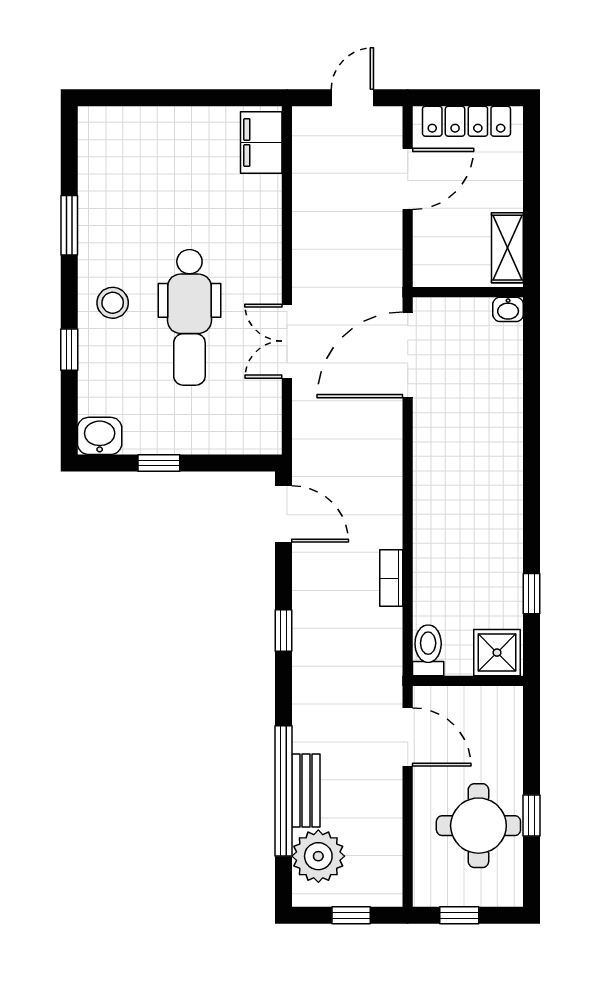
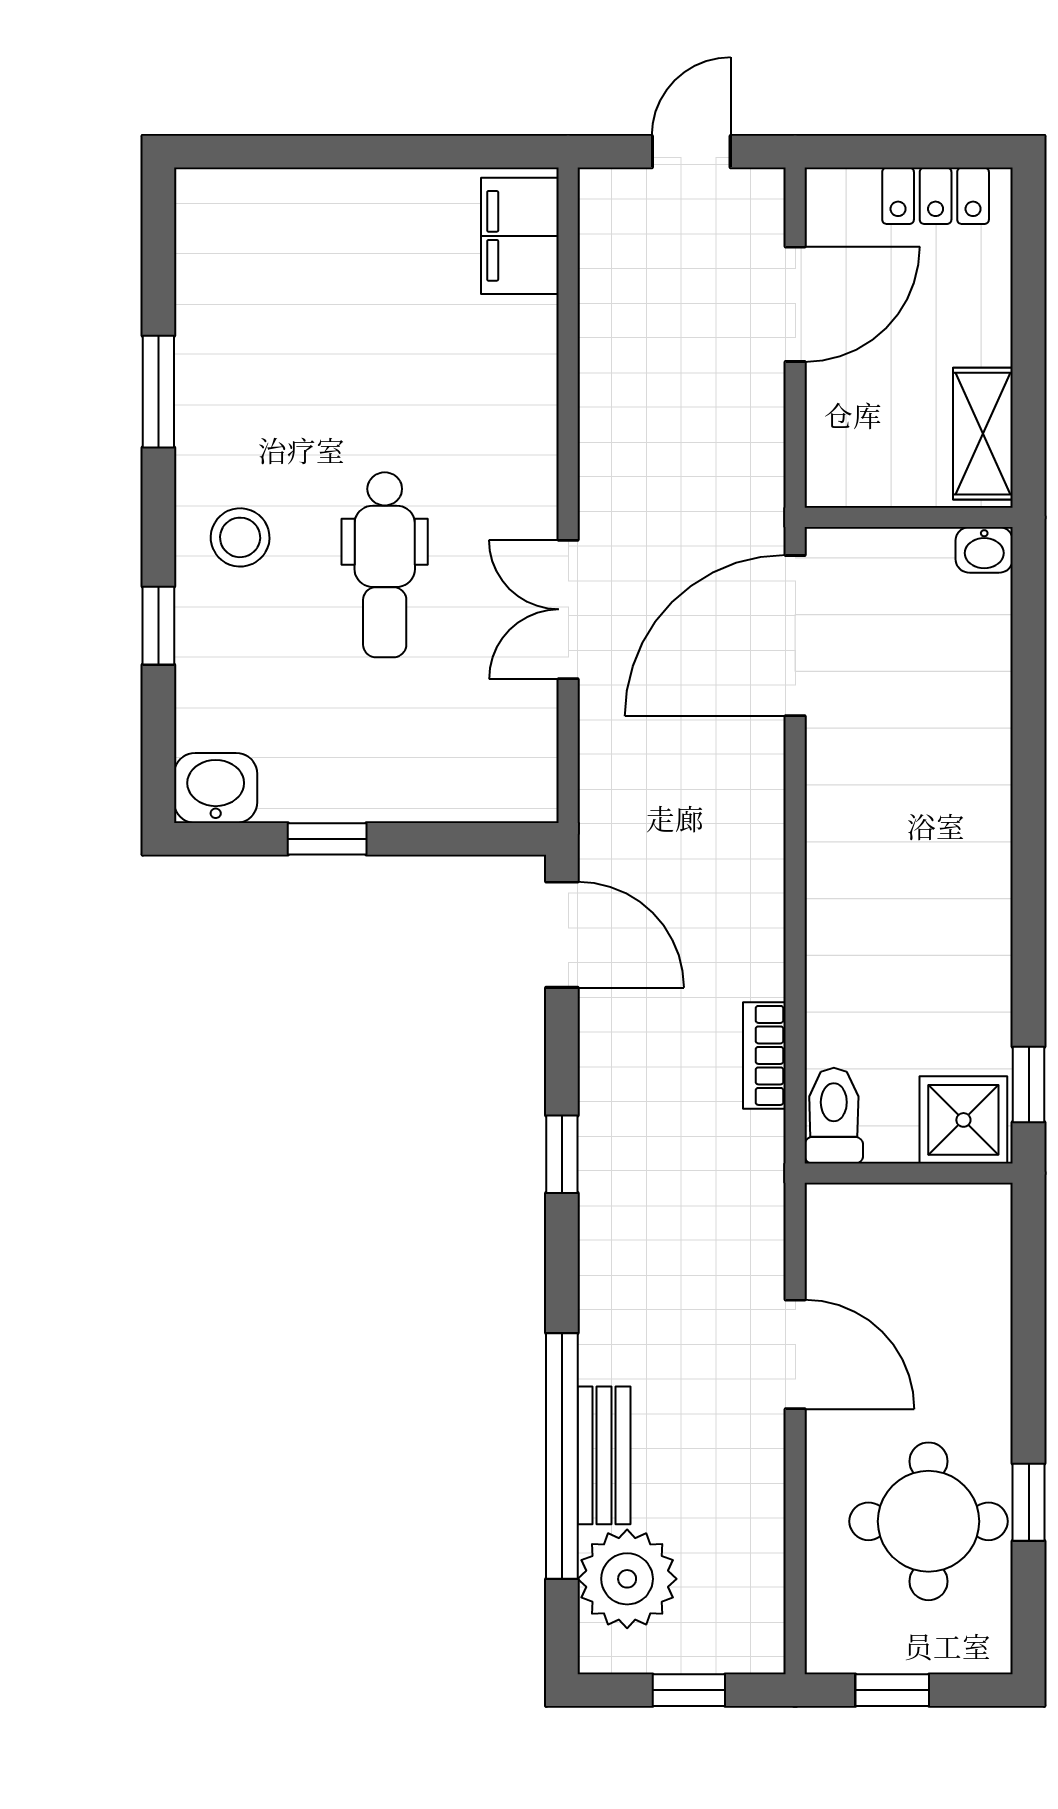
locker: (466, 121) -> (936, 196), width x0.66
dental chair: (189, 317) -> (385, 565), width x0.73, depth x0.72
toilet: (428, 650) -> (834, 1116), moved
shower: (497, 653) -> (963, 1120), moved
wall: (468, 681) -> (909, 1173), moved

